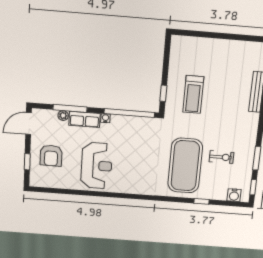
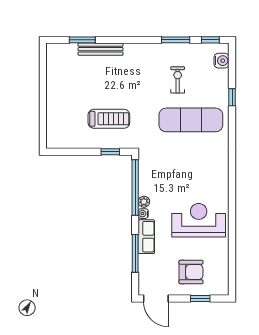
plant: (63, 116) -> (144, 202), moved
exercise mat: (185, 166) -> (191, 120), width x0.68

